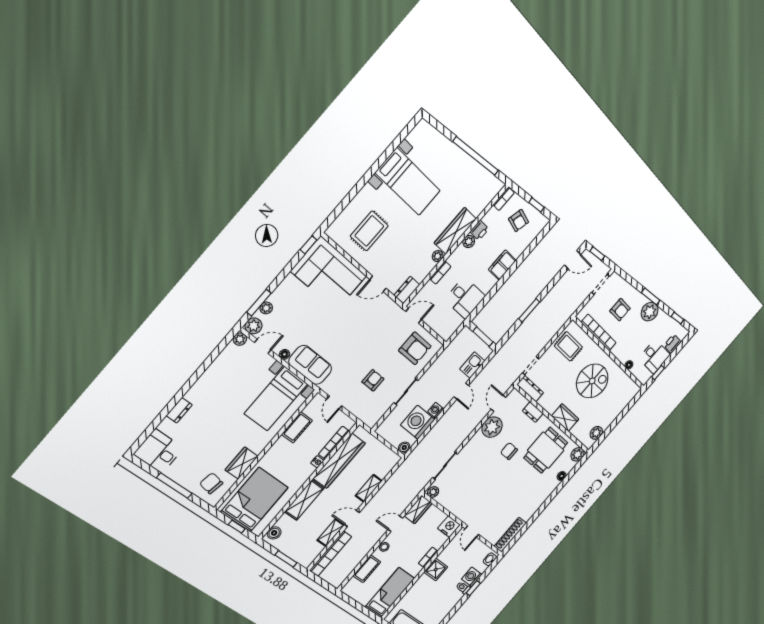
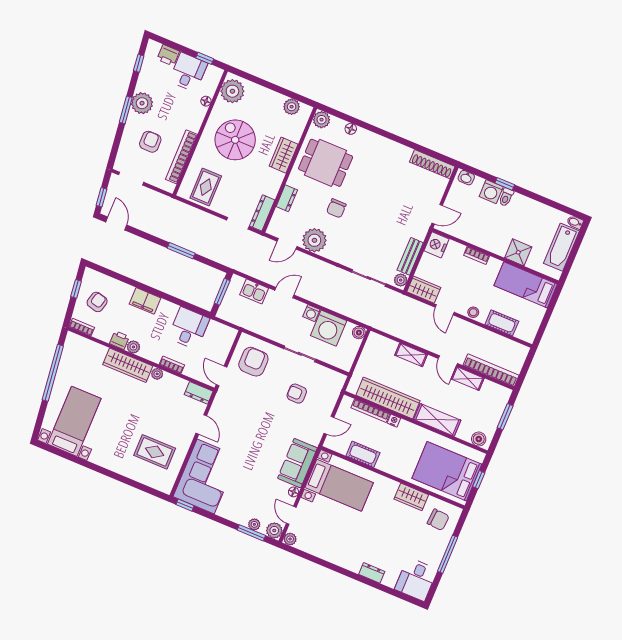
bed with nightstands: (408, 182) -> (74, 421), moved
plant: (627, 388) -> (232, 91), added
chair: (211, 483) -> (438, 520), turned -96
bench: (449, 504) -> (410, 256), added
shower: (436, 570) -> (518, 252), moved

